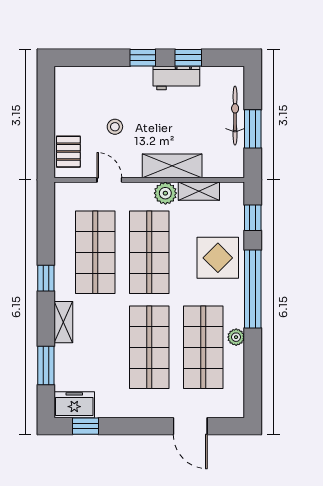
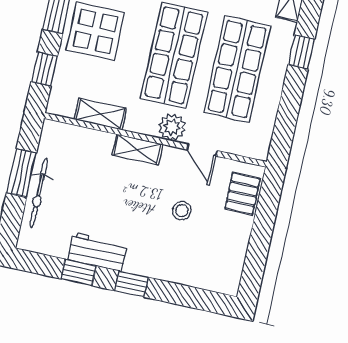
shelving: (172, 166) -> (137, 149), width x0.67, depth x0.75
plant: (165, 193) -> (172, 127), moved

